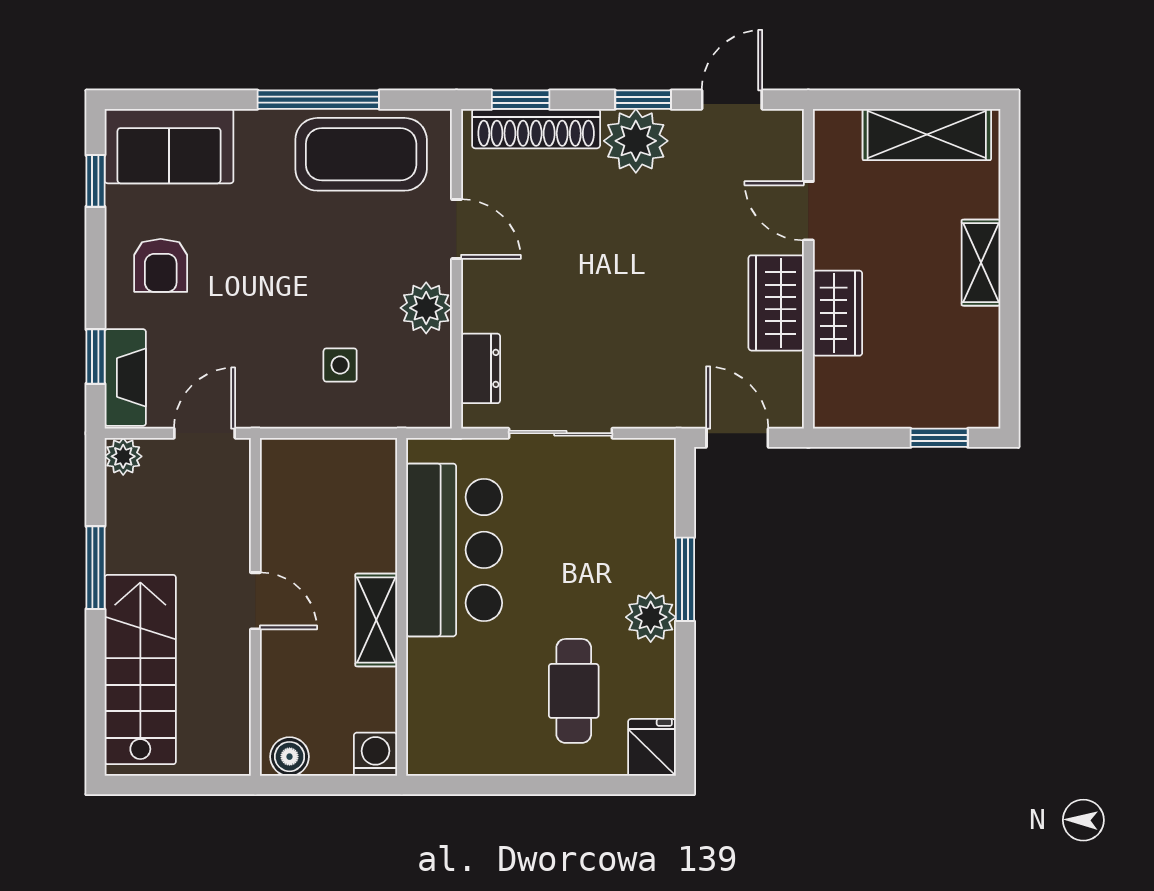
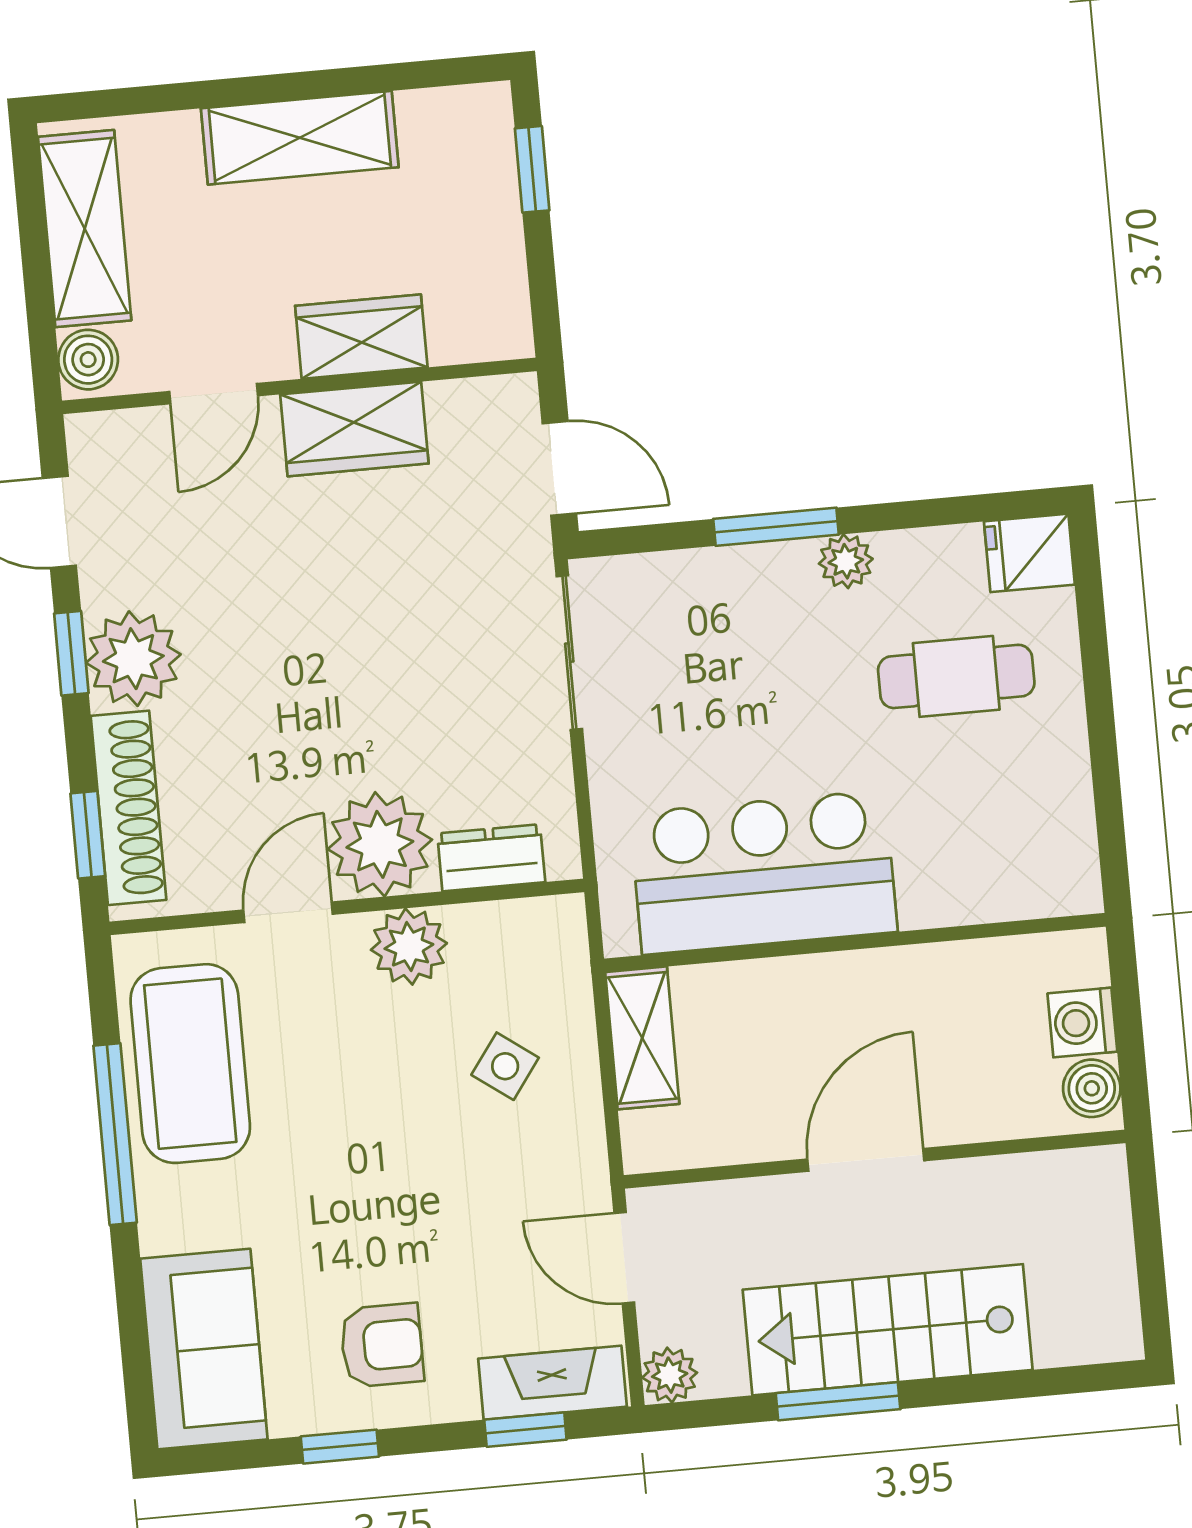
boiler: (839, 129) -> (88, 360), added
window: (95, 181) -> (340, 1447), moved
shelving: (981, 263) -> (300, 138), width x1.50, depth x1.33
plant: (496, 295) -> (380, 844), added
side table: (340, 365) -> (505, 1066), turned 36
sliding door: (560, 433) -> (569, 653), moved
door: (737, 438) -> (559, 468), swing flipped
door: (255, 601) -> (866, 1160), width x1.38
plant: (651, 617) -> (846, 561), width x0.73, depth x0.73
shelving: (376, 620) -> (642, 1038), moved, turned 90
stairs: (140, 670) -> (888, 1330), moved
washing machine: (375, 754) -> (1082, 1023), moved

